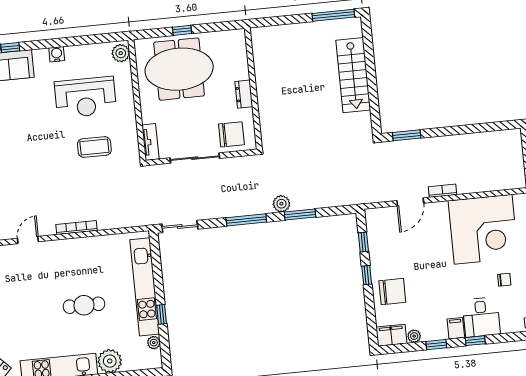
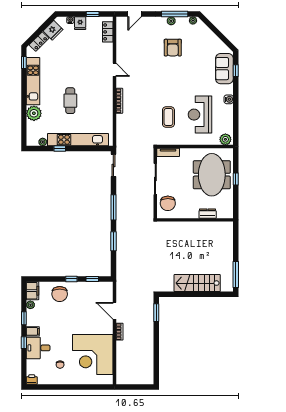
dresser: (244, 94) -> (208, 214), moved
plant: (281, 204) -> (121, 230), removed

